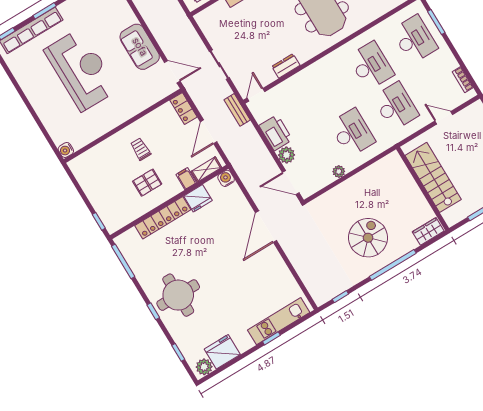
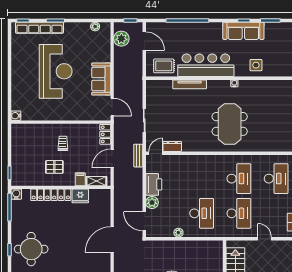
dresser: (286, 66) -> (172, 146), moved
water cooler: (226, 178) -> (16, 194), moved

